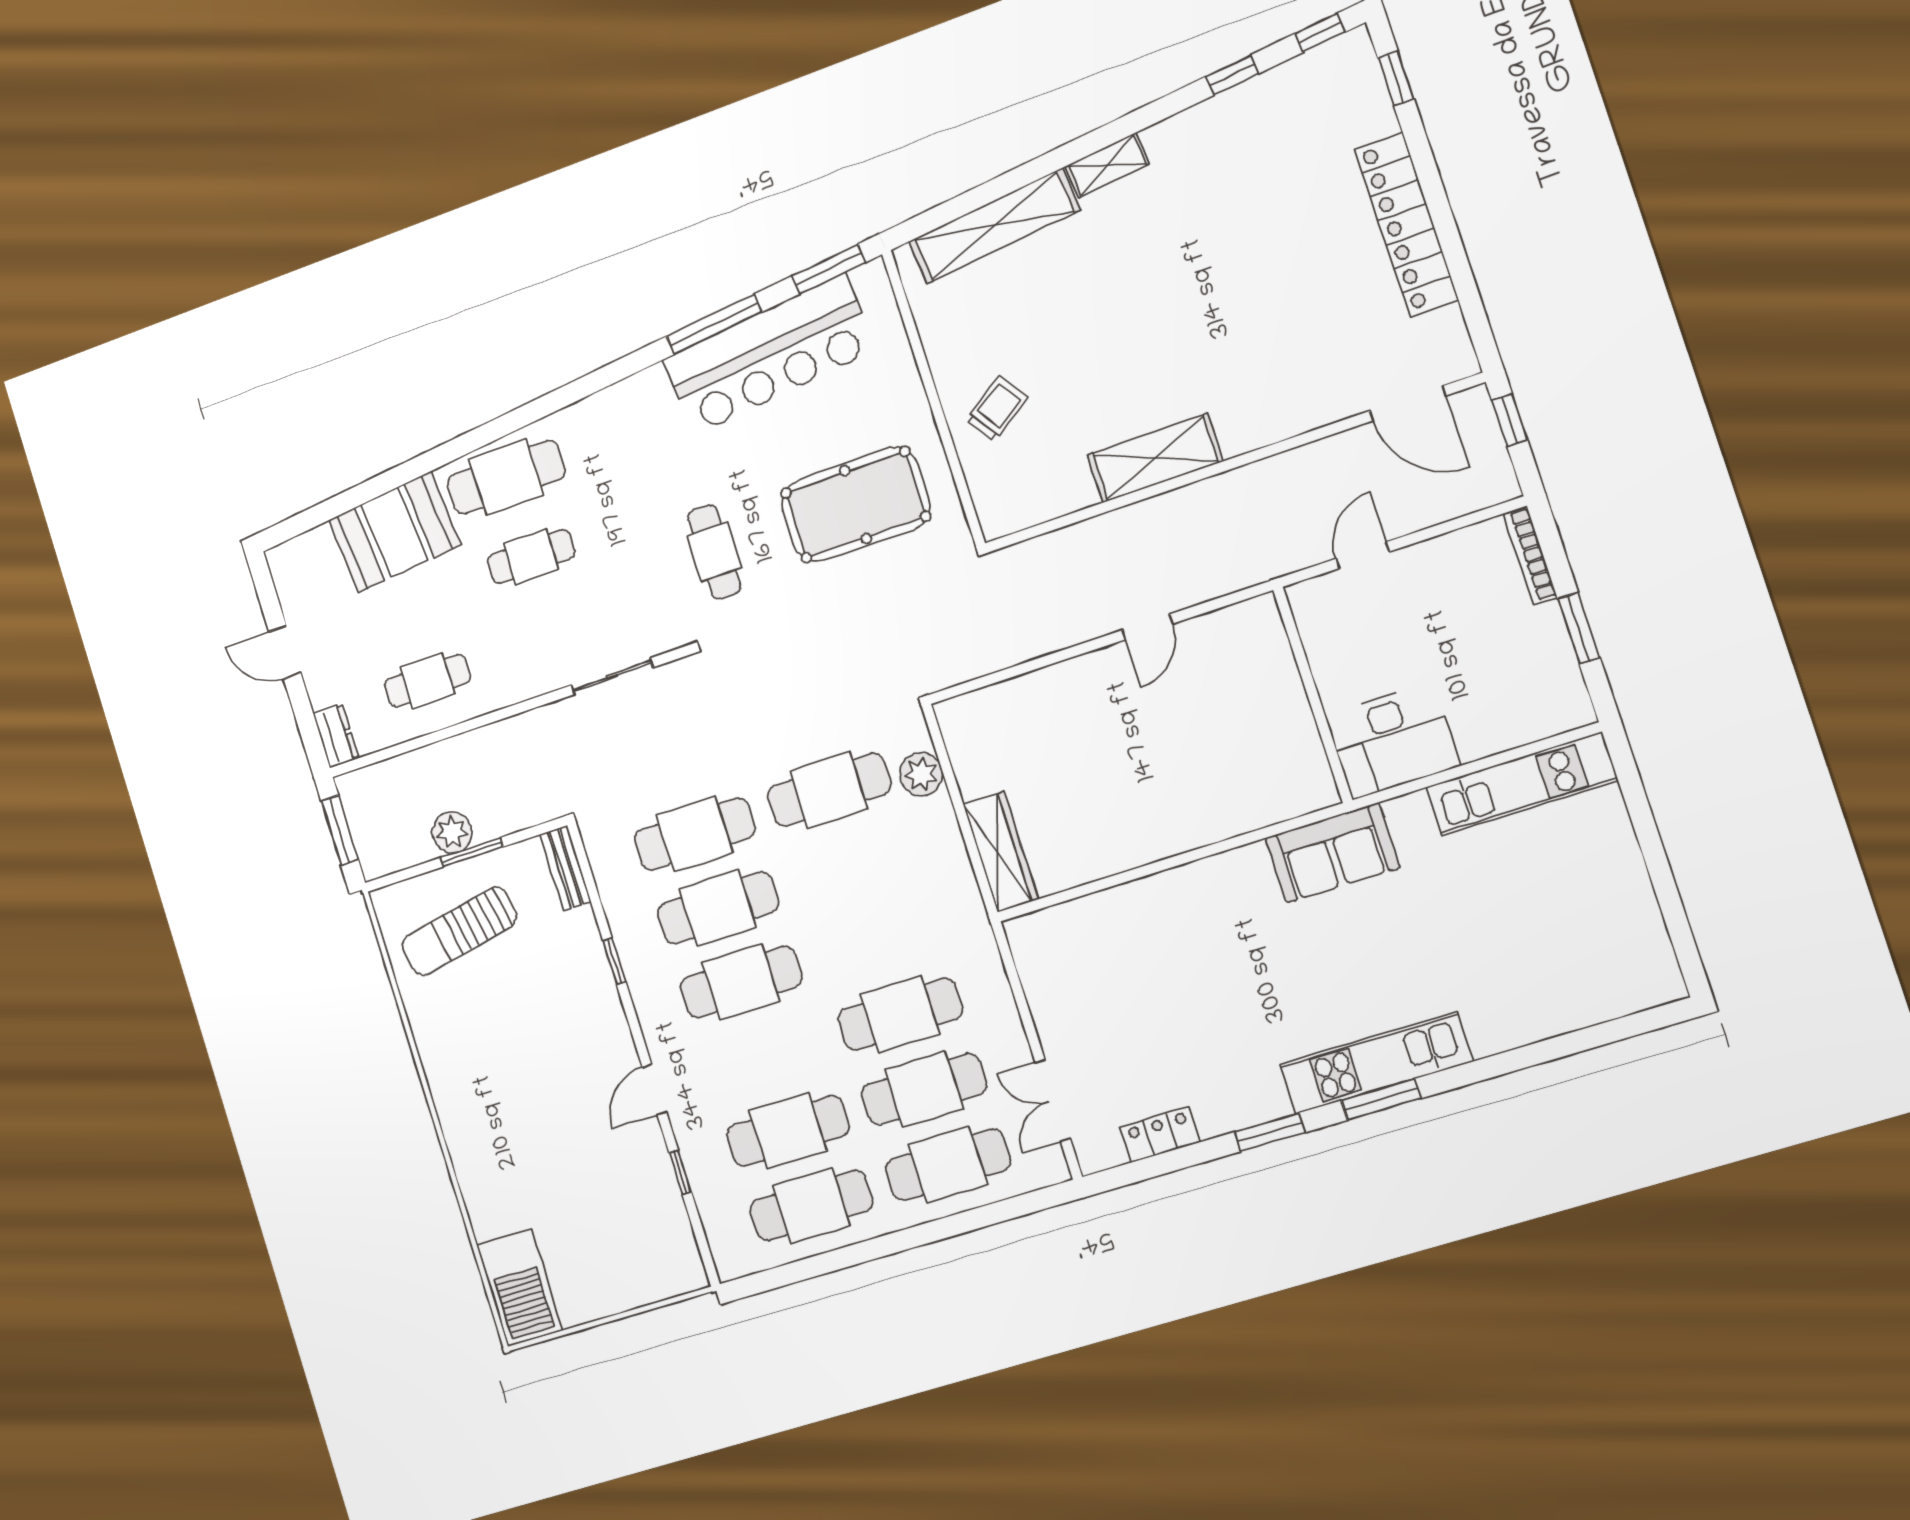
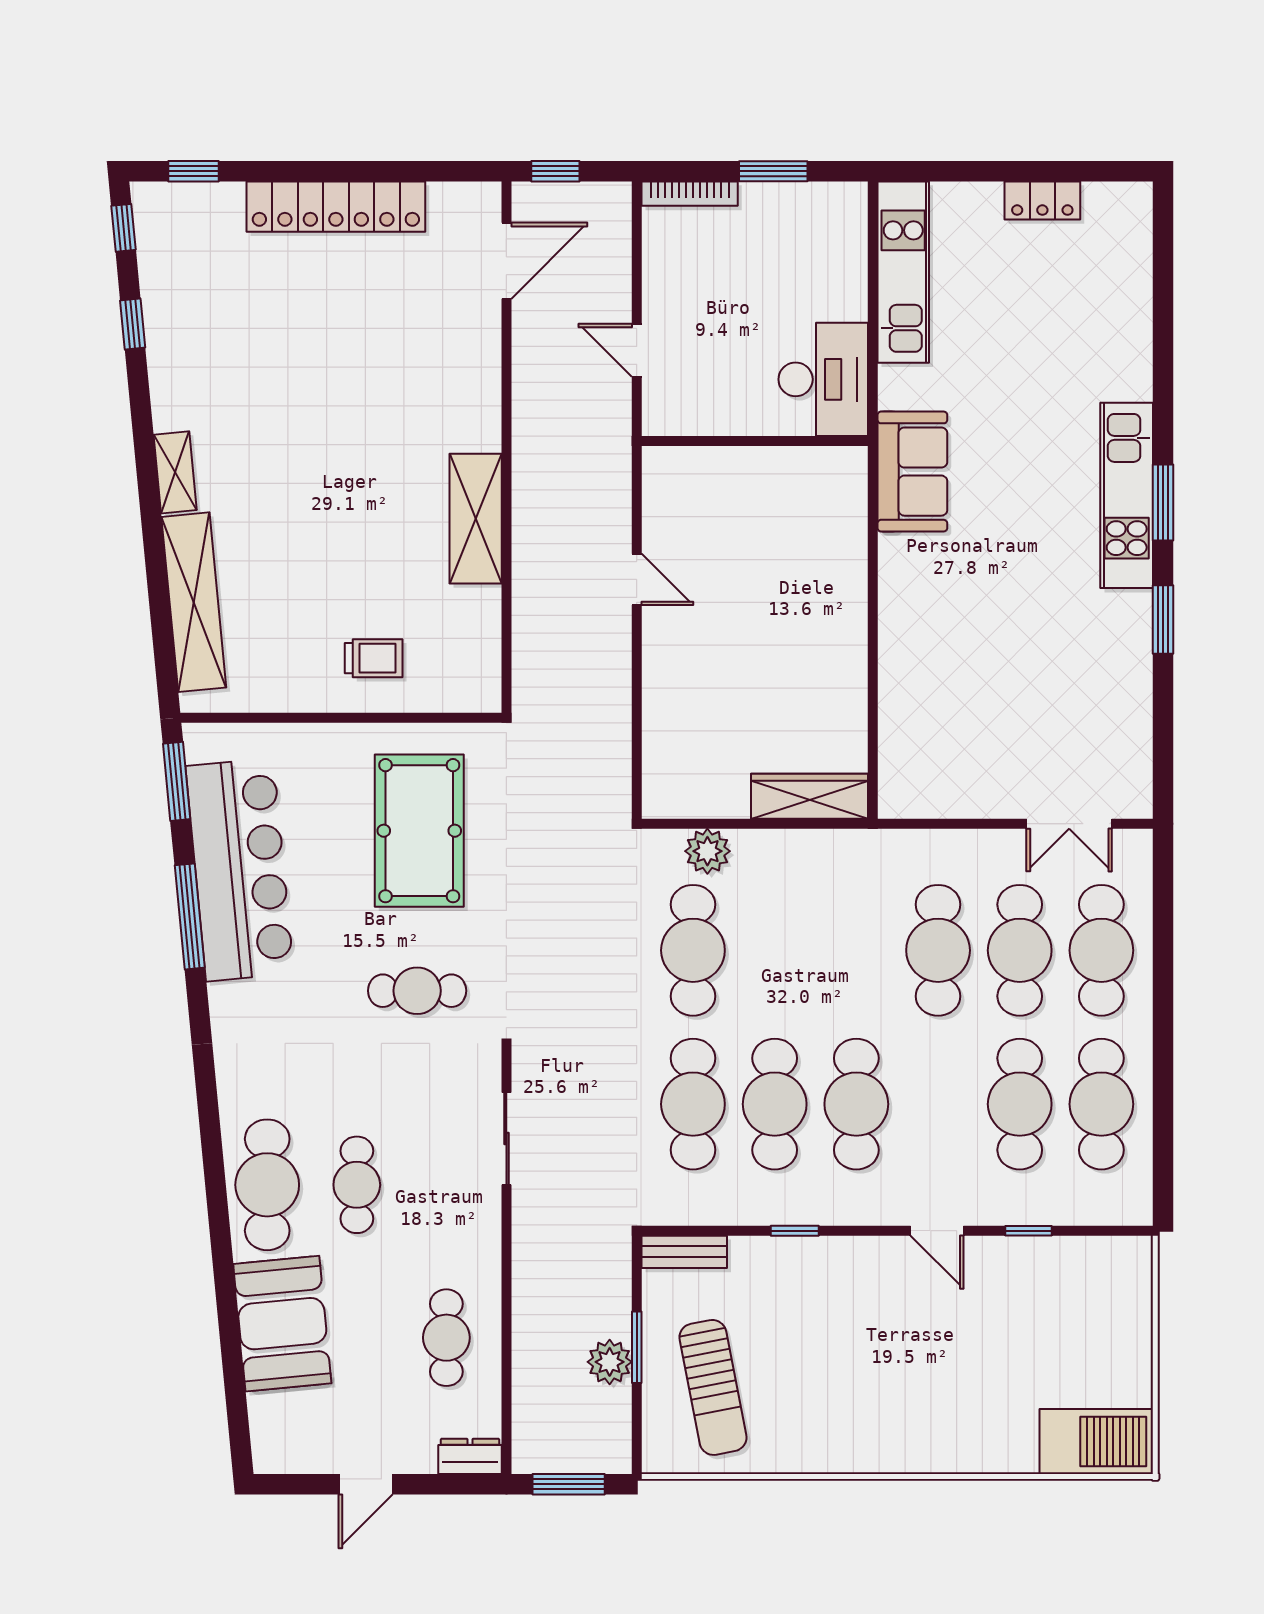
trolley: (997, 409) -> (374, 658), turned 124
locker: (1160, 1134) -> (1042, 200), moved, turned -90

